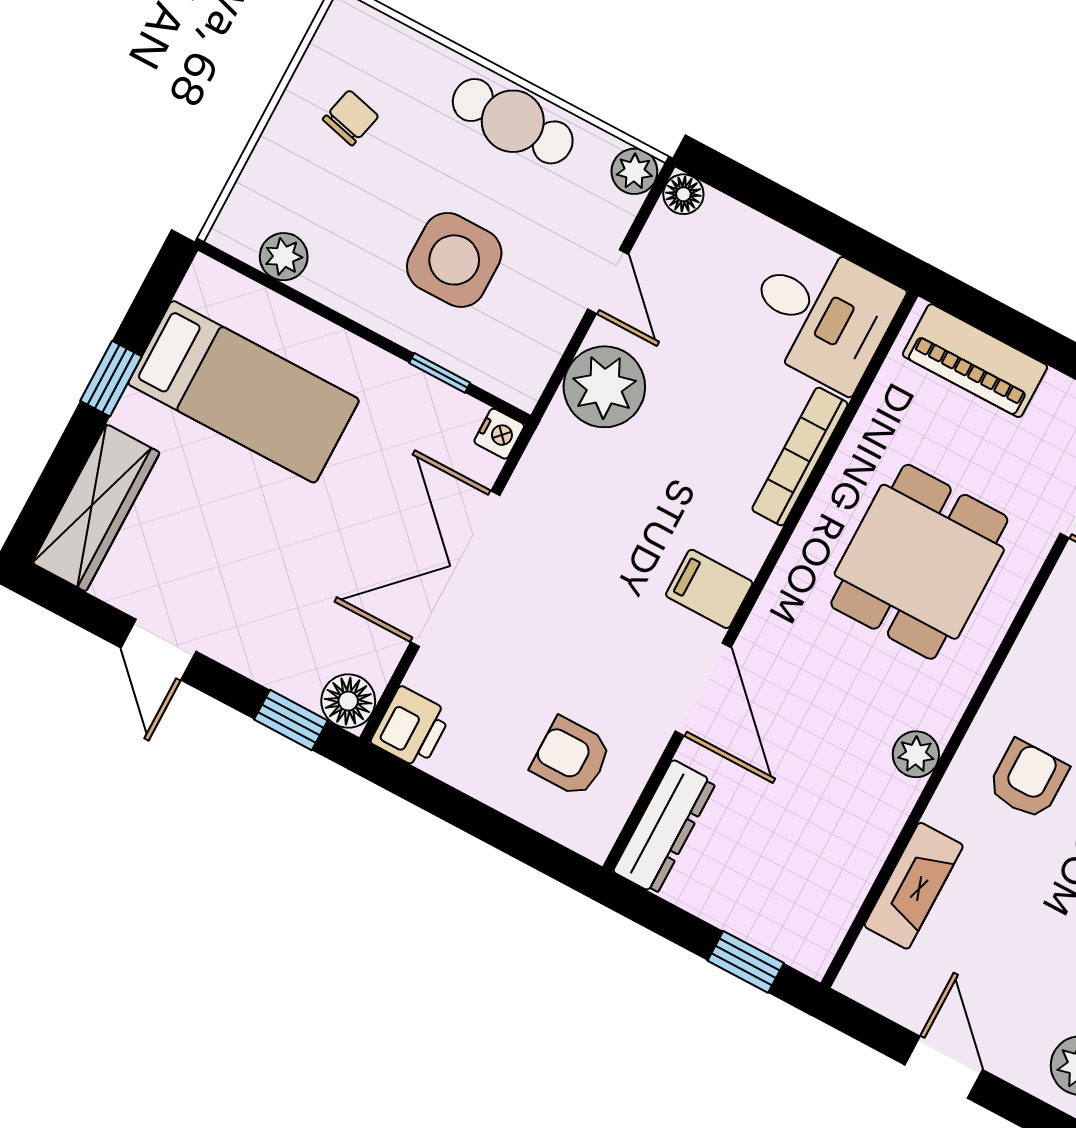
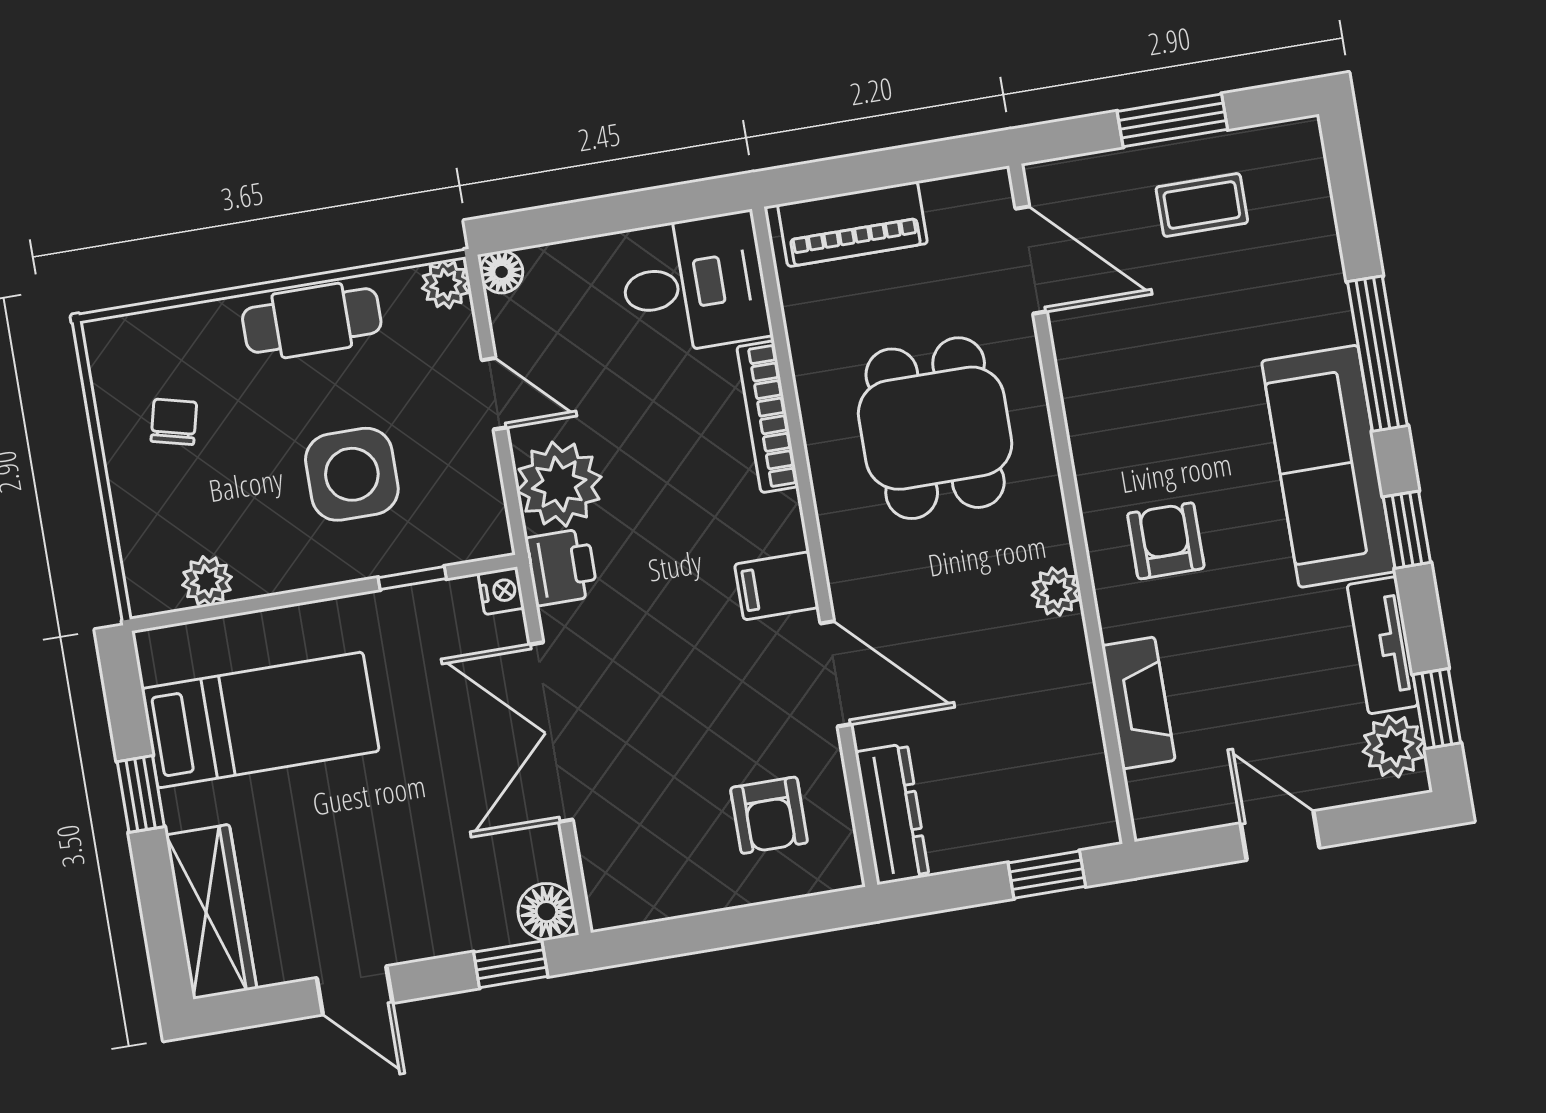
printer: (411, 728) -> (561, 567), moved
armchair: (571, 757) -> (769, 815), turned -90

